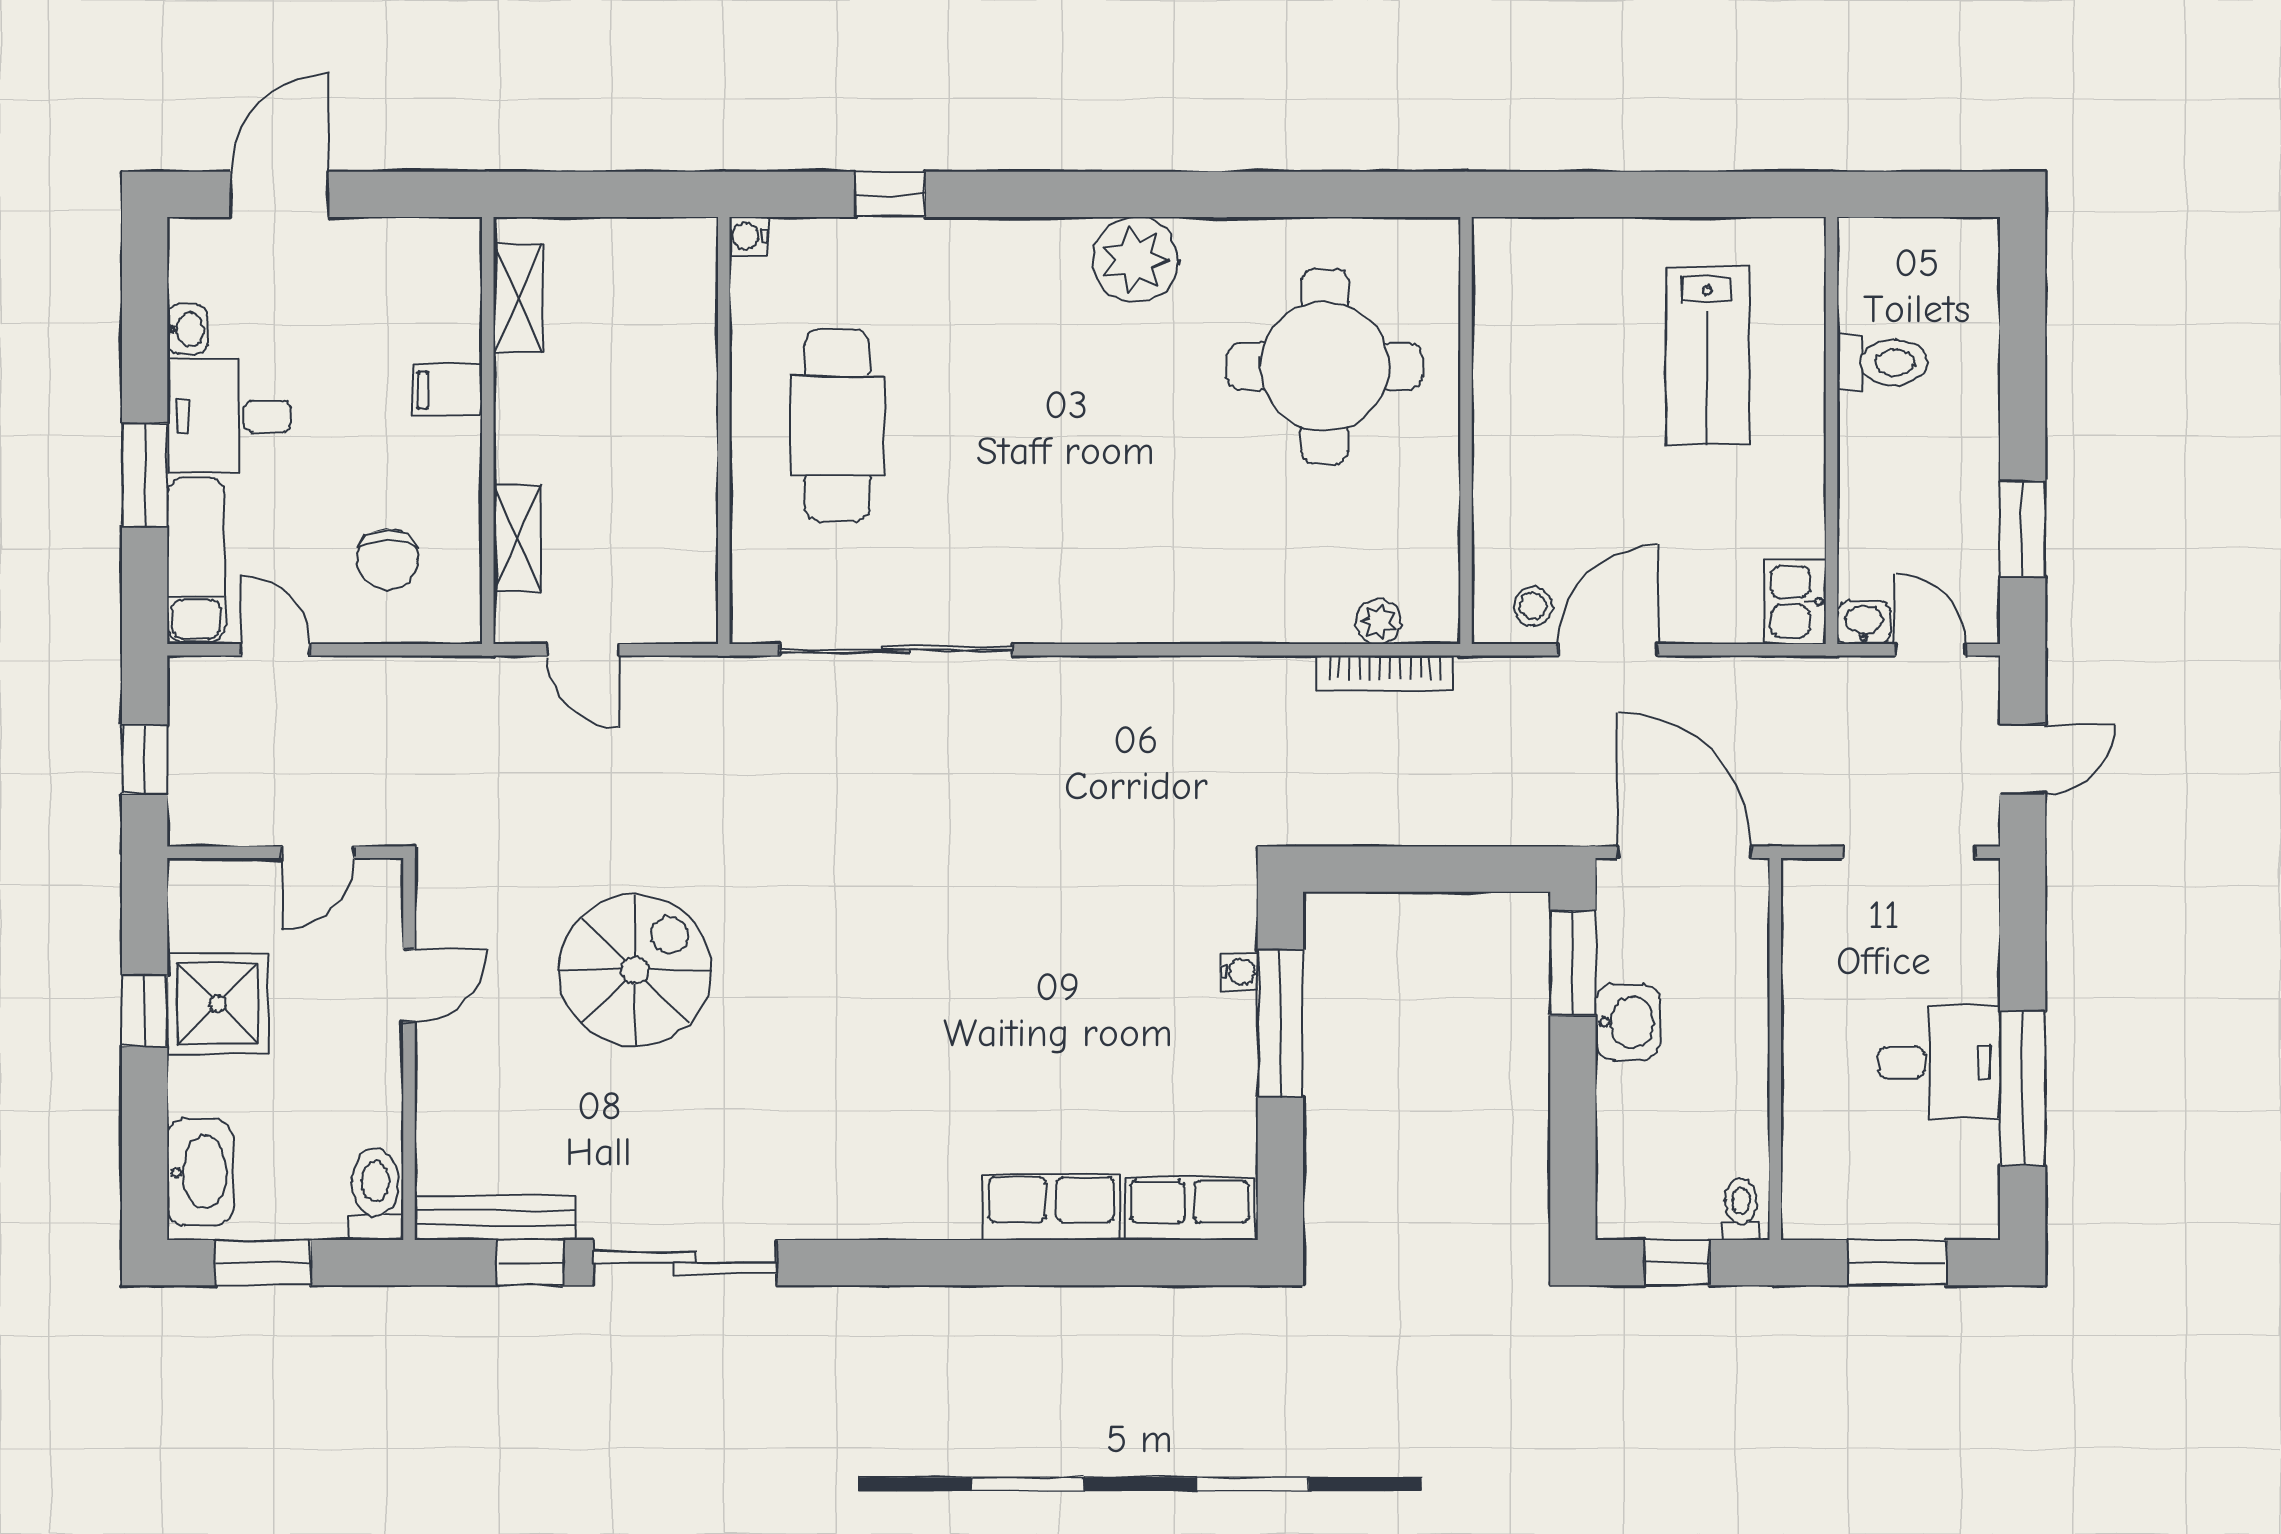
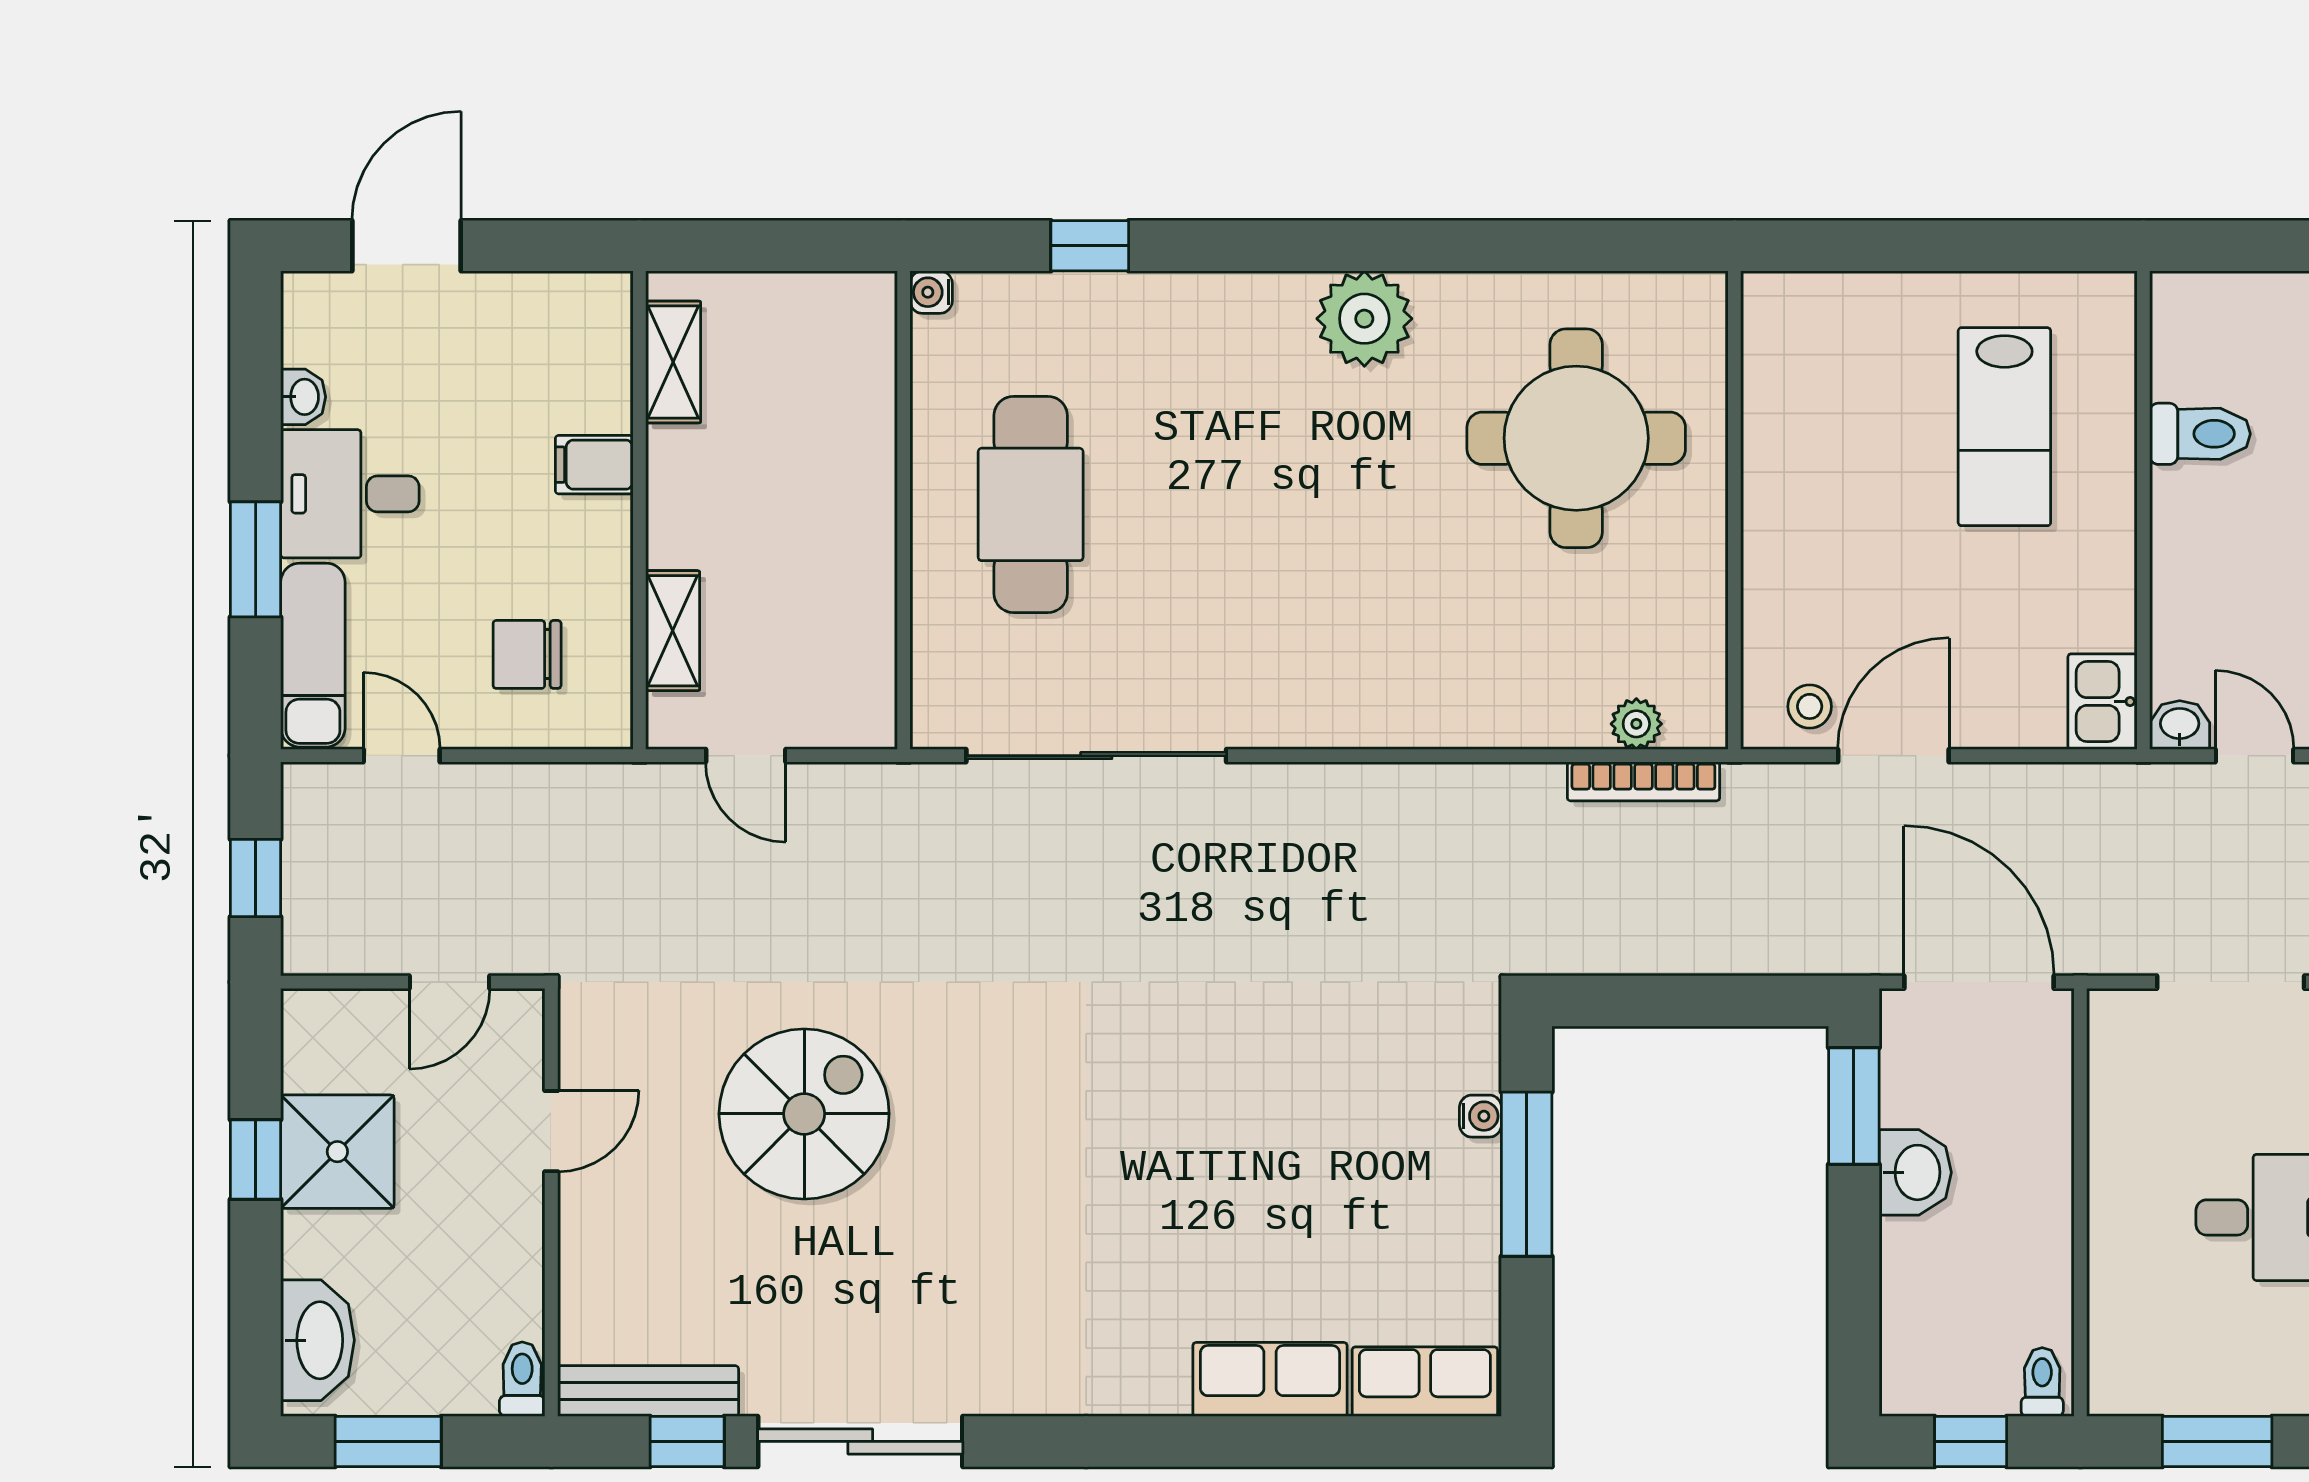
chair: (387, 560) -> (527, 654), turned 90
toilet: (375, 1194) -> (522, 1379), width x0.73, depth x0.72

